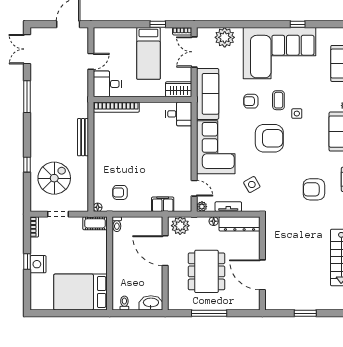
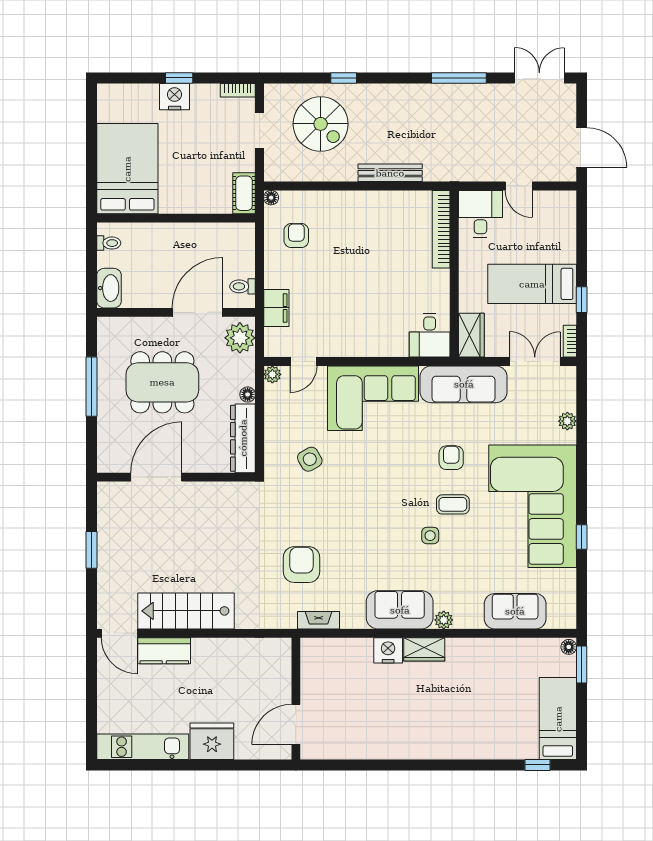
plant: (225, 37) -> (567, 421), width x0.53, depth x0.53
armchair: (269, 138) -> (388, 489), removed
tv unit: (228, 207) -> (272, 419), removed
toilet: (117, 224) -> (243, 286), moved

